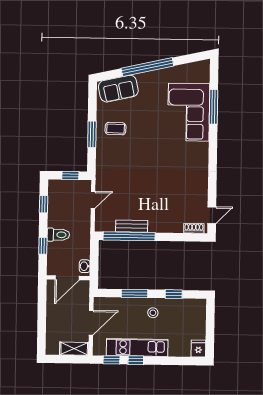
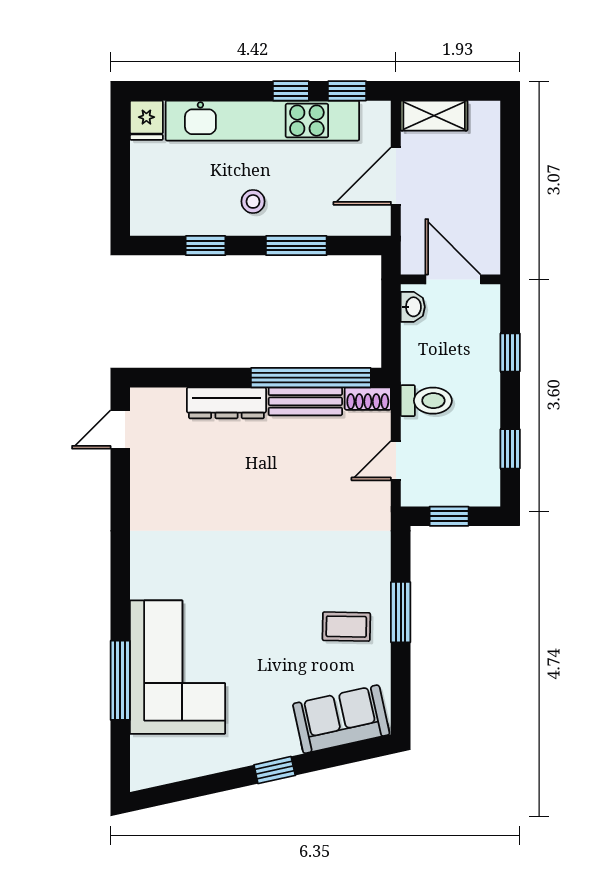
window: (147, 67) -> (275, 770), width x0.32
dresser: (166, 226) -> (226, 403), added
shoe rack: (194, 228) -> (368, 399), moved
toilet: (58, 235) -> (426, 401), moved, turned 180
door: (67, 278) -> (453, 279), hinge flipped
kitchen unit: (137, 347) -> (262, 121), width x1.36

